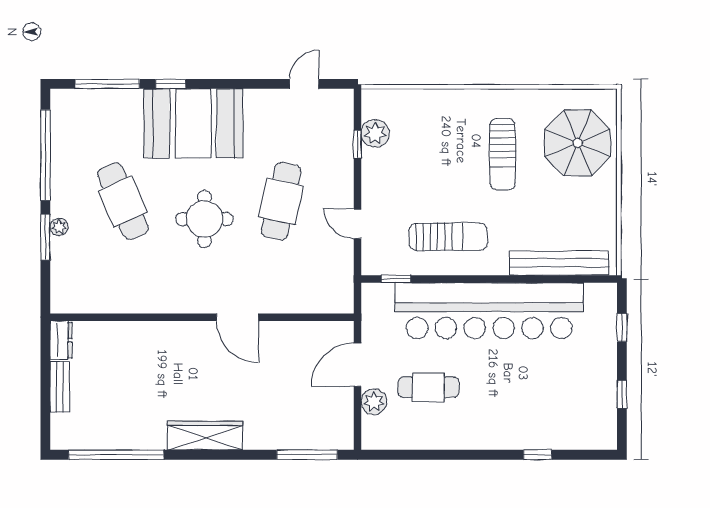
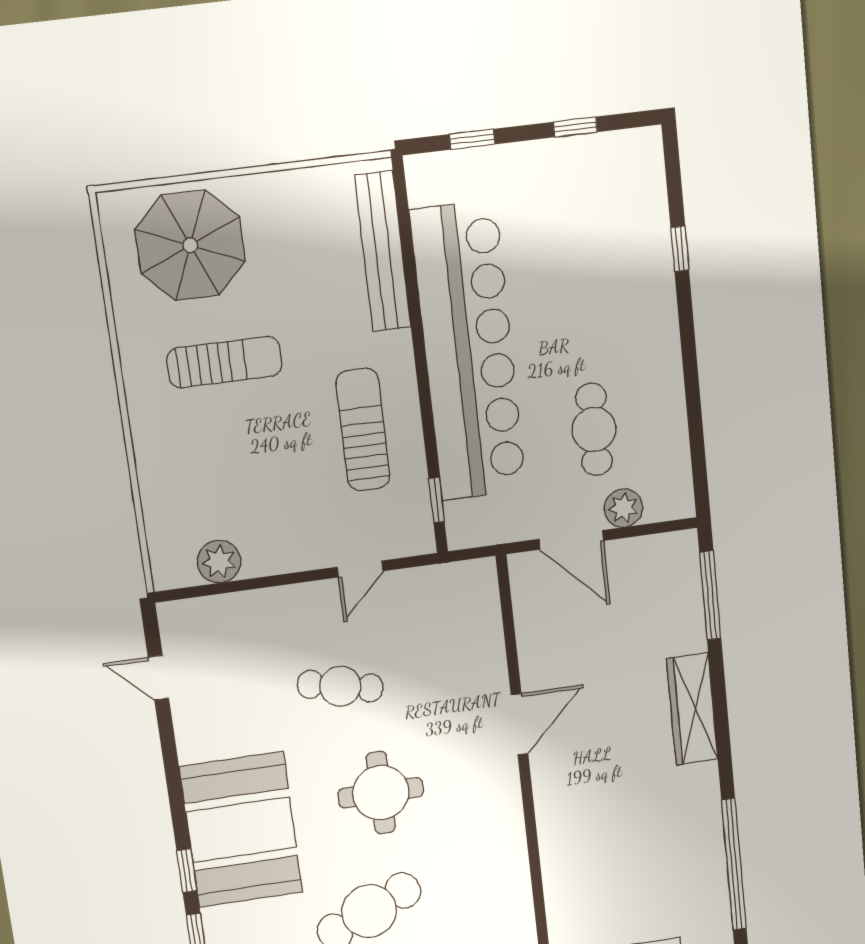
window: (358, 144) -> (239, 586), removed
cafe table: (281, 201) -> (340, 686), width x0.73, depth x0.74
wardrobe: (205, 435) -> (692, 709), moved

